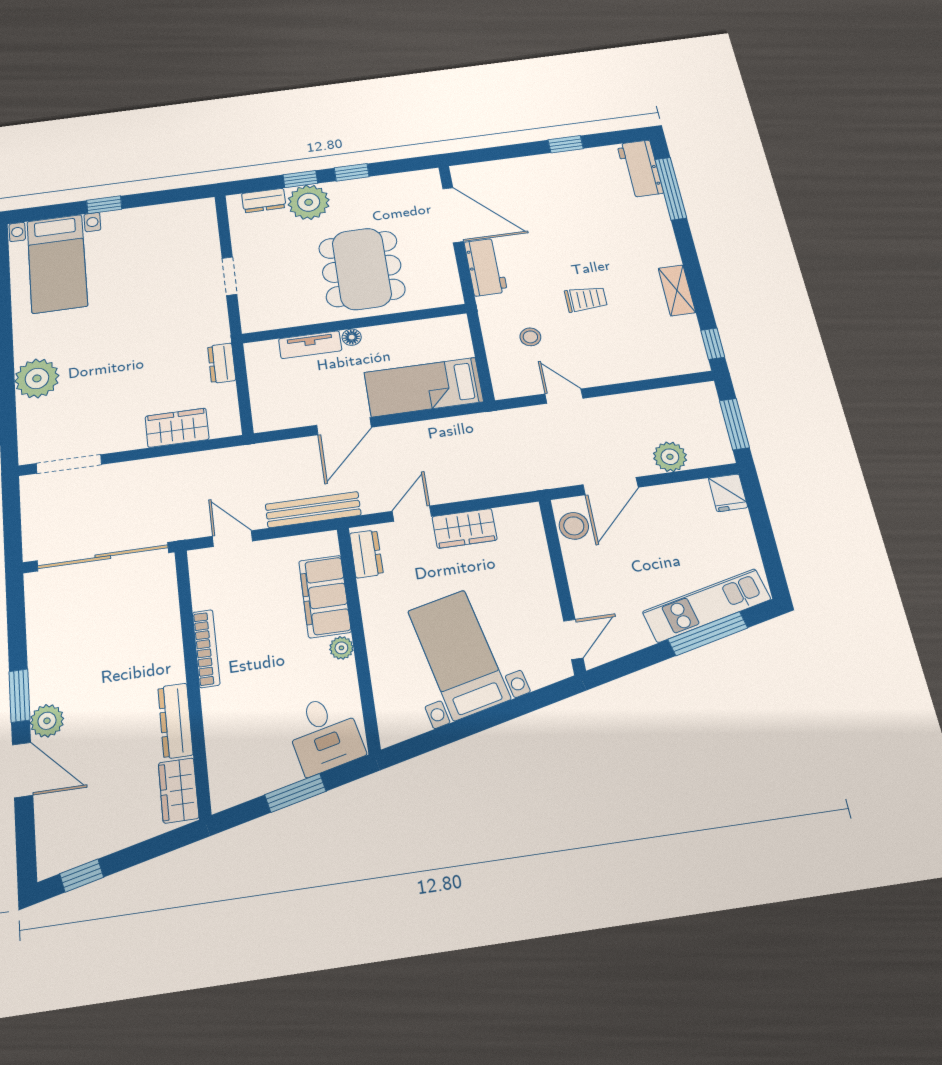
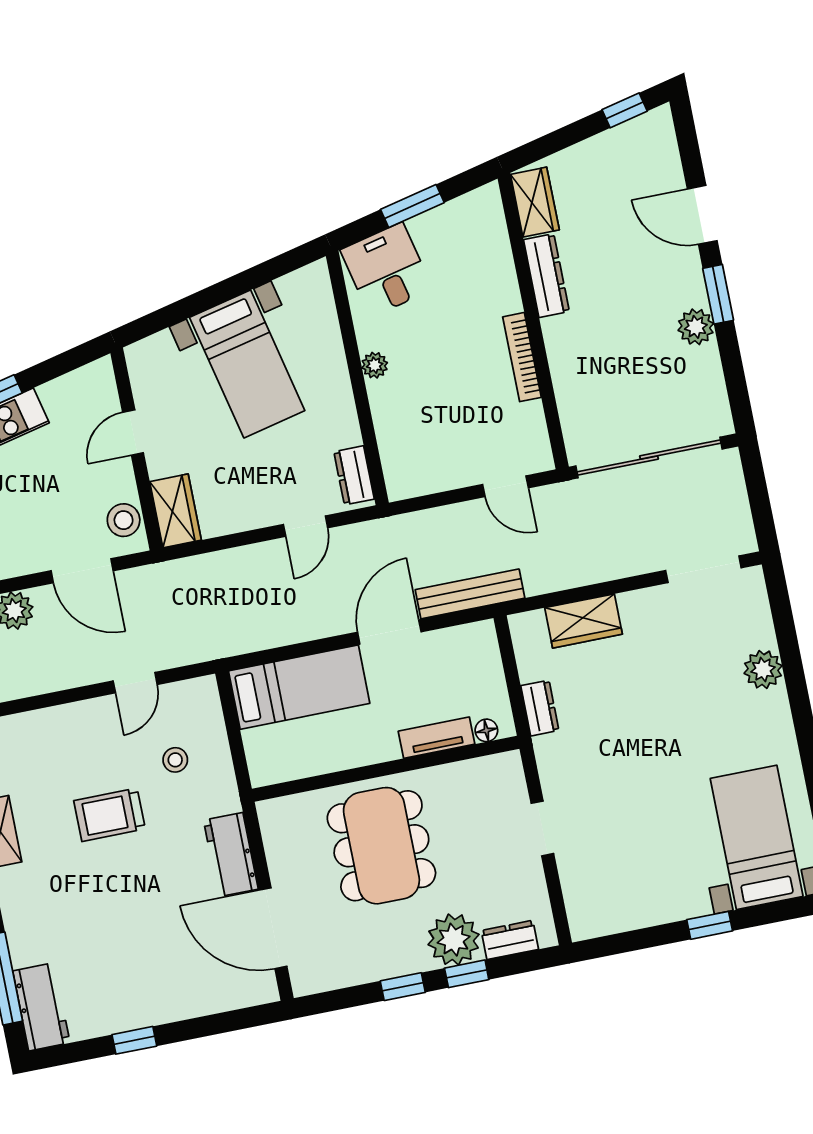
trolley: (586, 299) -> (109, 815), width x1.36, depth x1.39
floor lamp: (352, 337) -> (486, 730), moved
plant: (37, 378) -> (763, 670), width x0.73, depth x0.73
door: (564, 396) -> (135, 683), hinge flipped
door: (611, 486) -> (82, 571), swing flipped
bench: (313, 510) -> (470, 594), moved
wardrobe: (465, 528) -> (176, 511), moved, turned 90
filing cabinet: (325, 596) -> (397, 423), removed
door: (573, 639) -> (133, 433), moved
plant: (47, 721) -> (696, 327), moved

